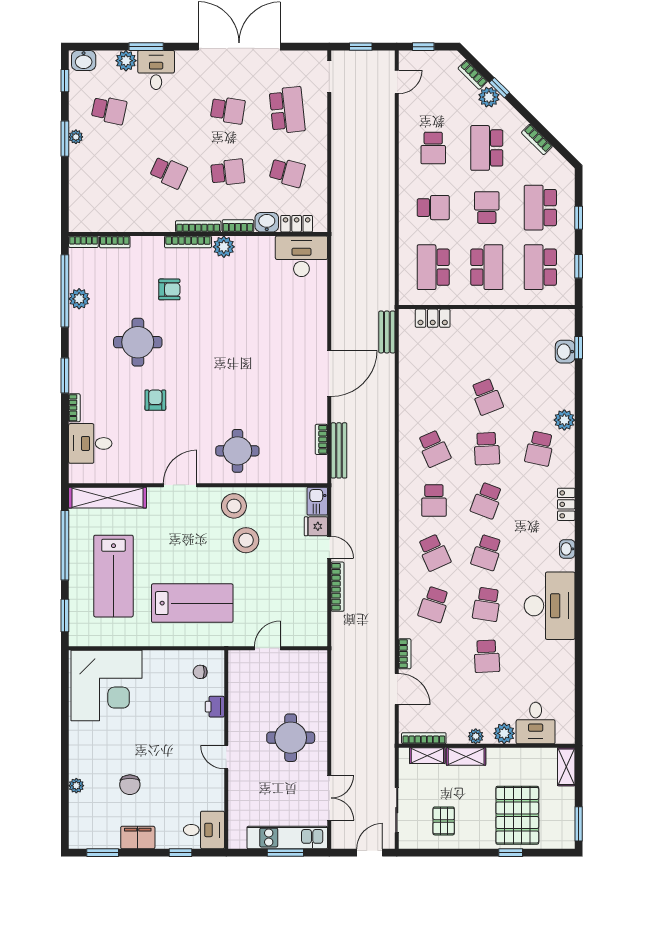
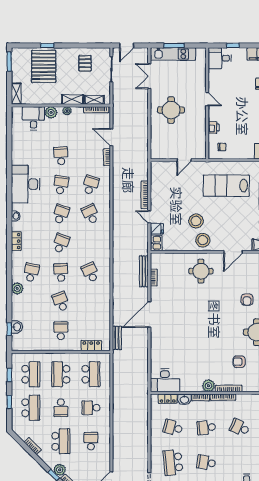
school desk: (434, 500) -> (61, 331), moved

